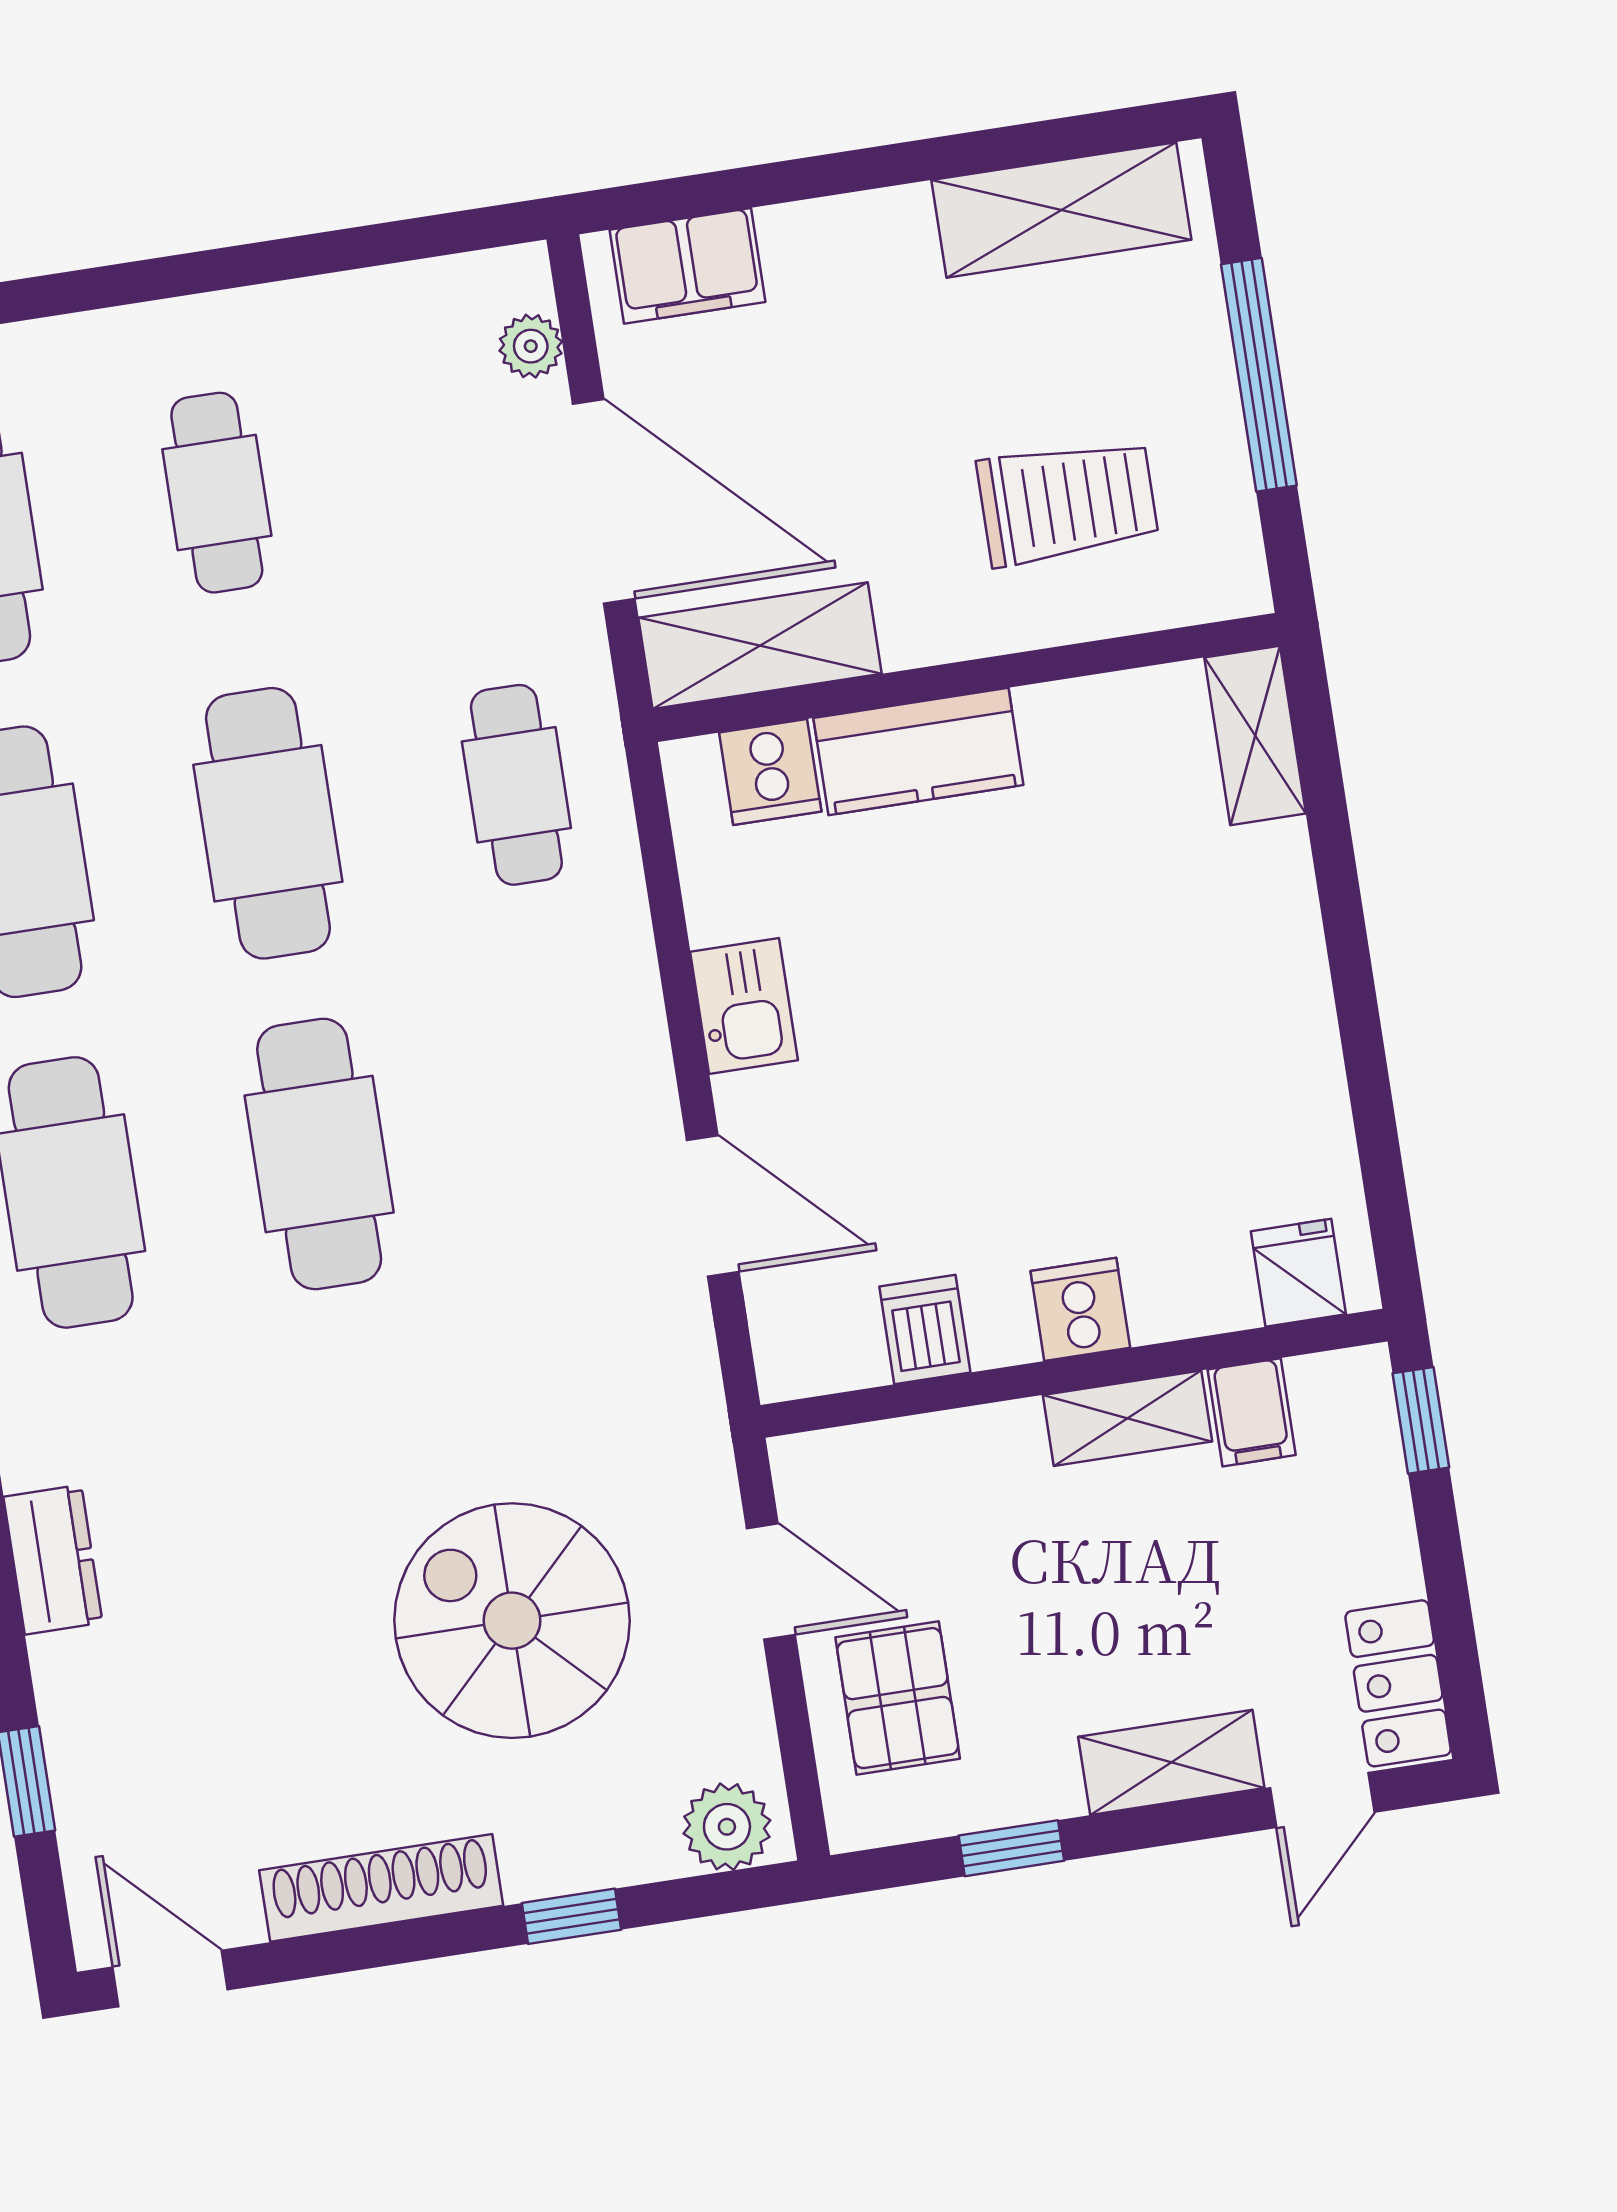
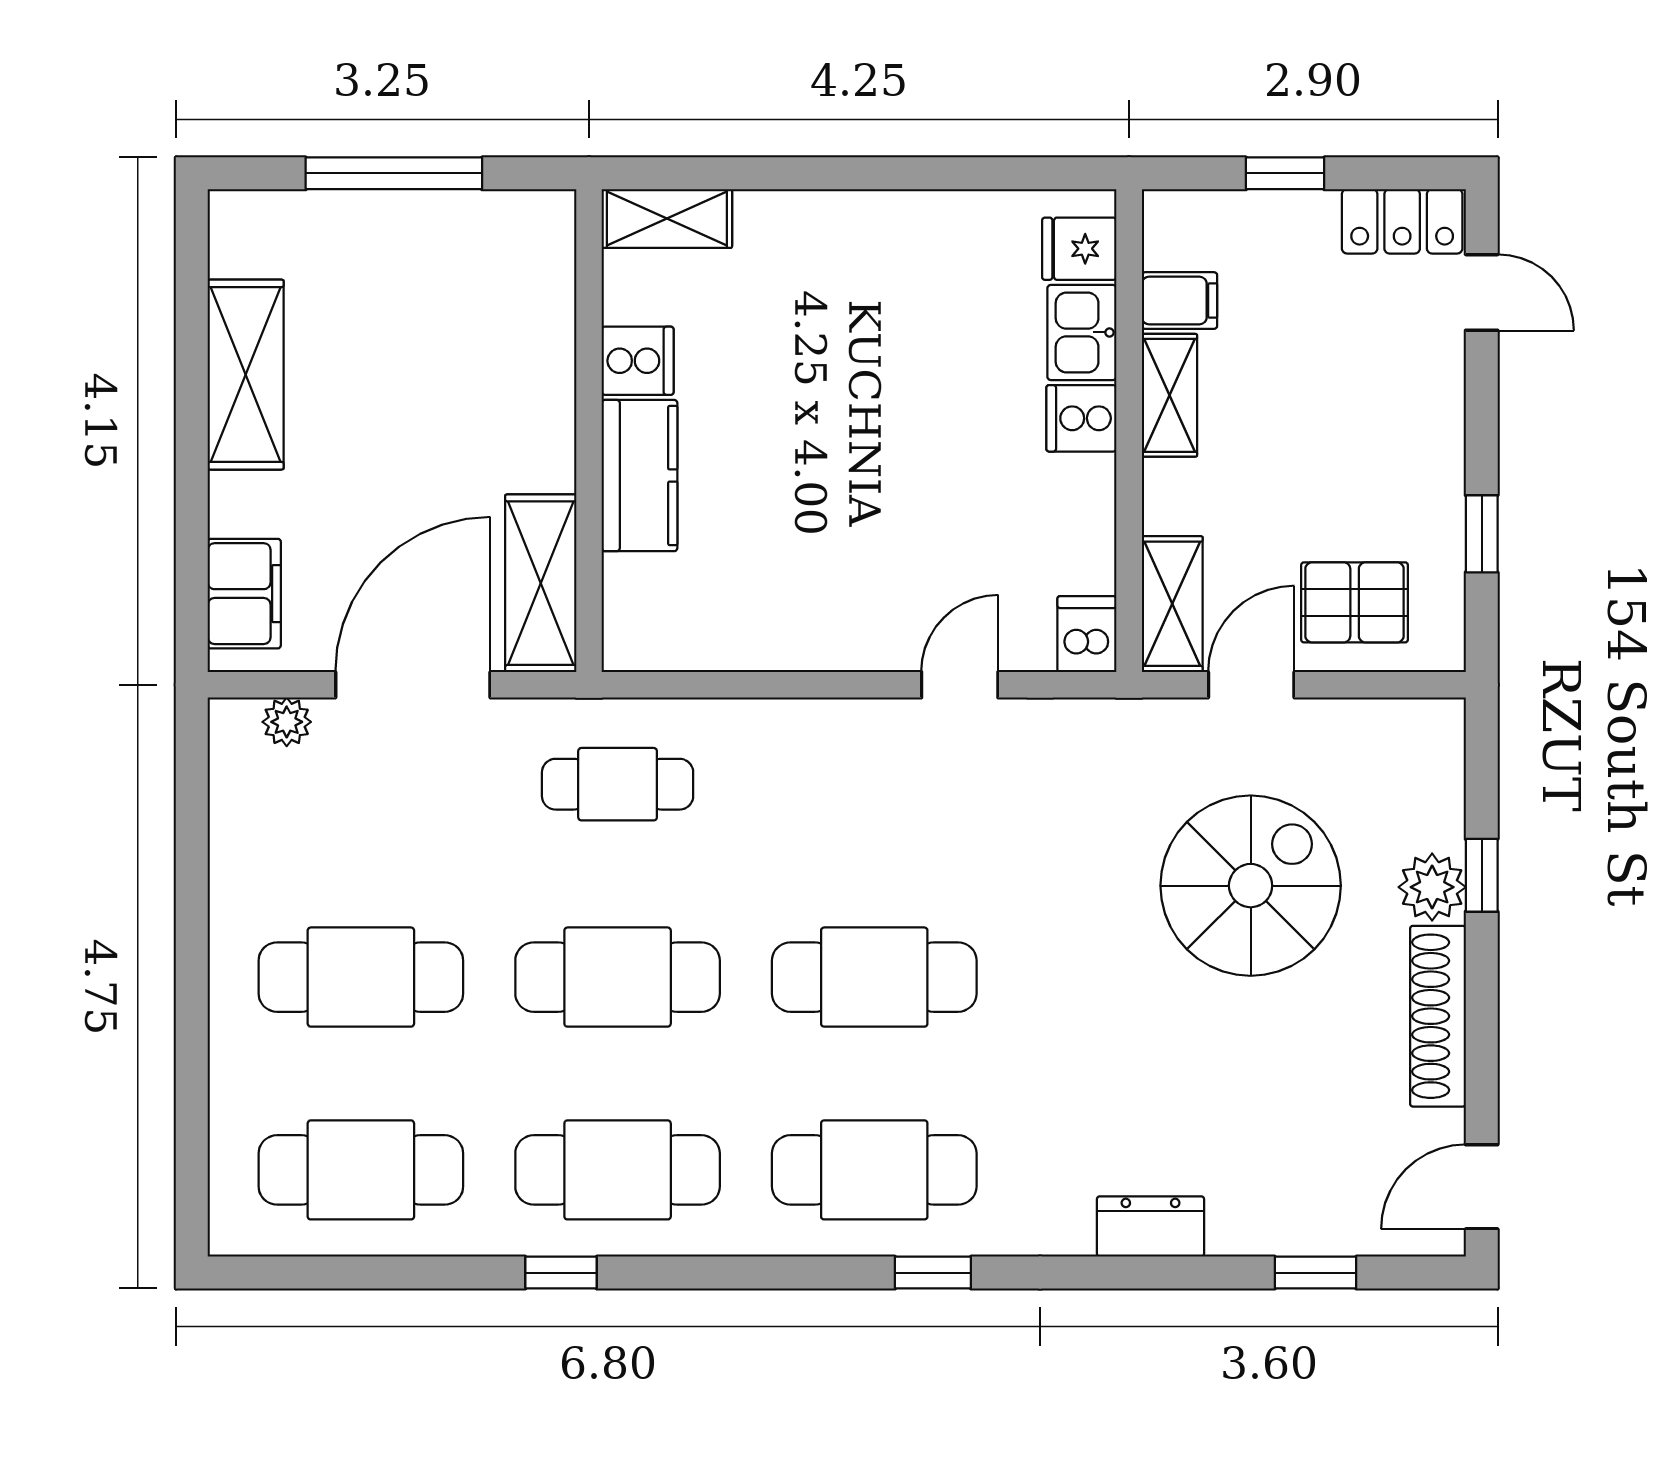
shelving: (1061, 210) -> (246, 375), moved
cafe table: (217, 493) -> (361, 977), width x1.37, depth x1.35
trolley: (1068, 502) -> (468, 333), removed
cooker: (770, 772) -> (638, 361), moved
kitchen sink: (744, 1006) -> (1082, 332), moved, turned -90
door: (713, 1206) -> (960, 685), width x0.73
dishwasher: (925, 1329) -> (1087, 634), moved, turned 90
window: (1421, 1420) -> (1285, 173), moved
spiral stairs: (512, 1621) -> (1251, 886), turned 180
shelving: (1171, 1762) -> (1172, 604), moved
plant: (727, 1827) -> (1432, 887), moved

